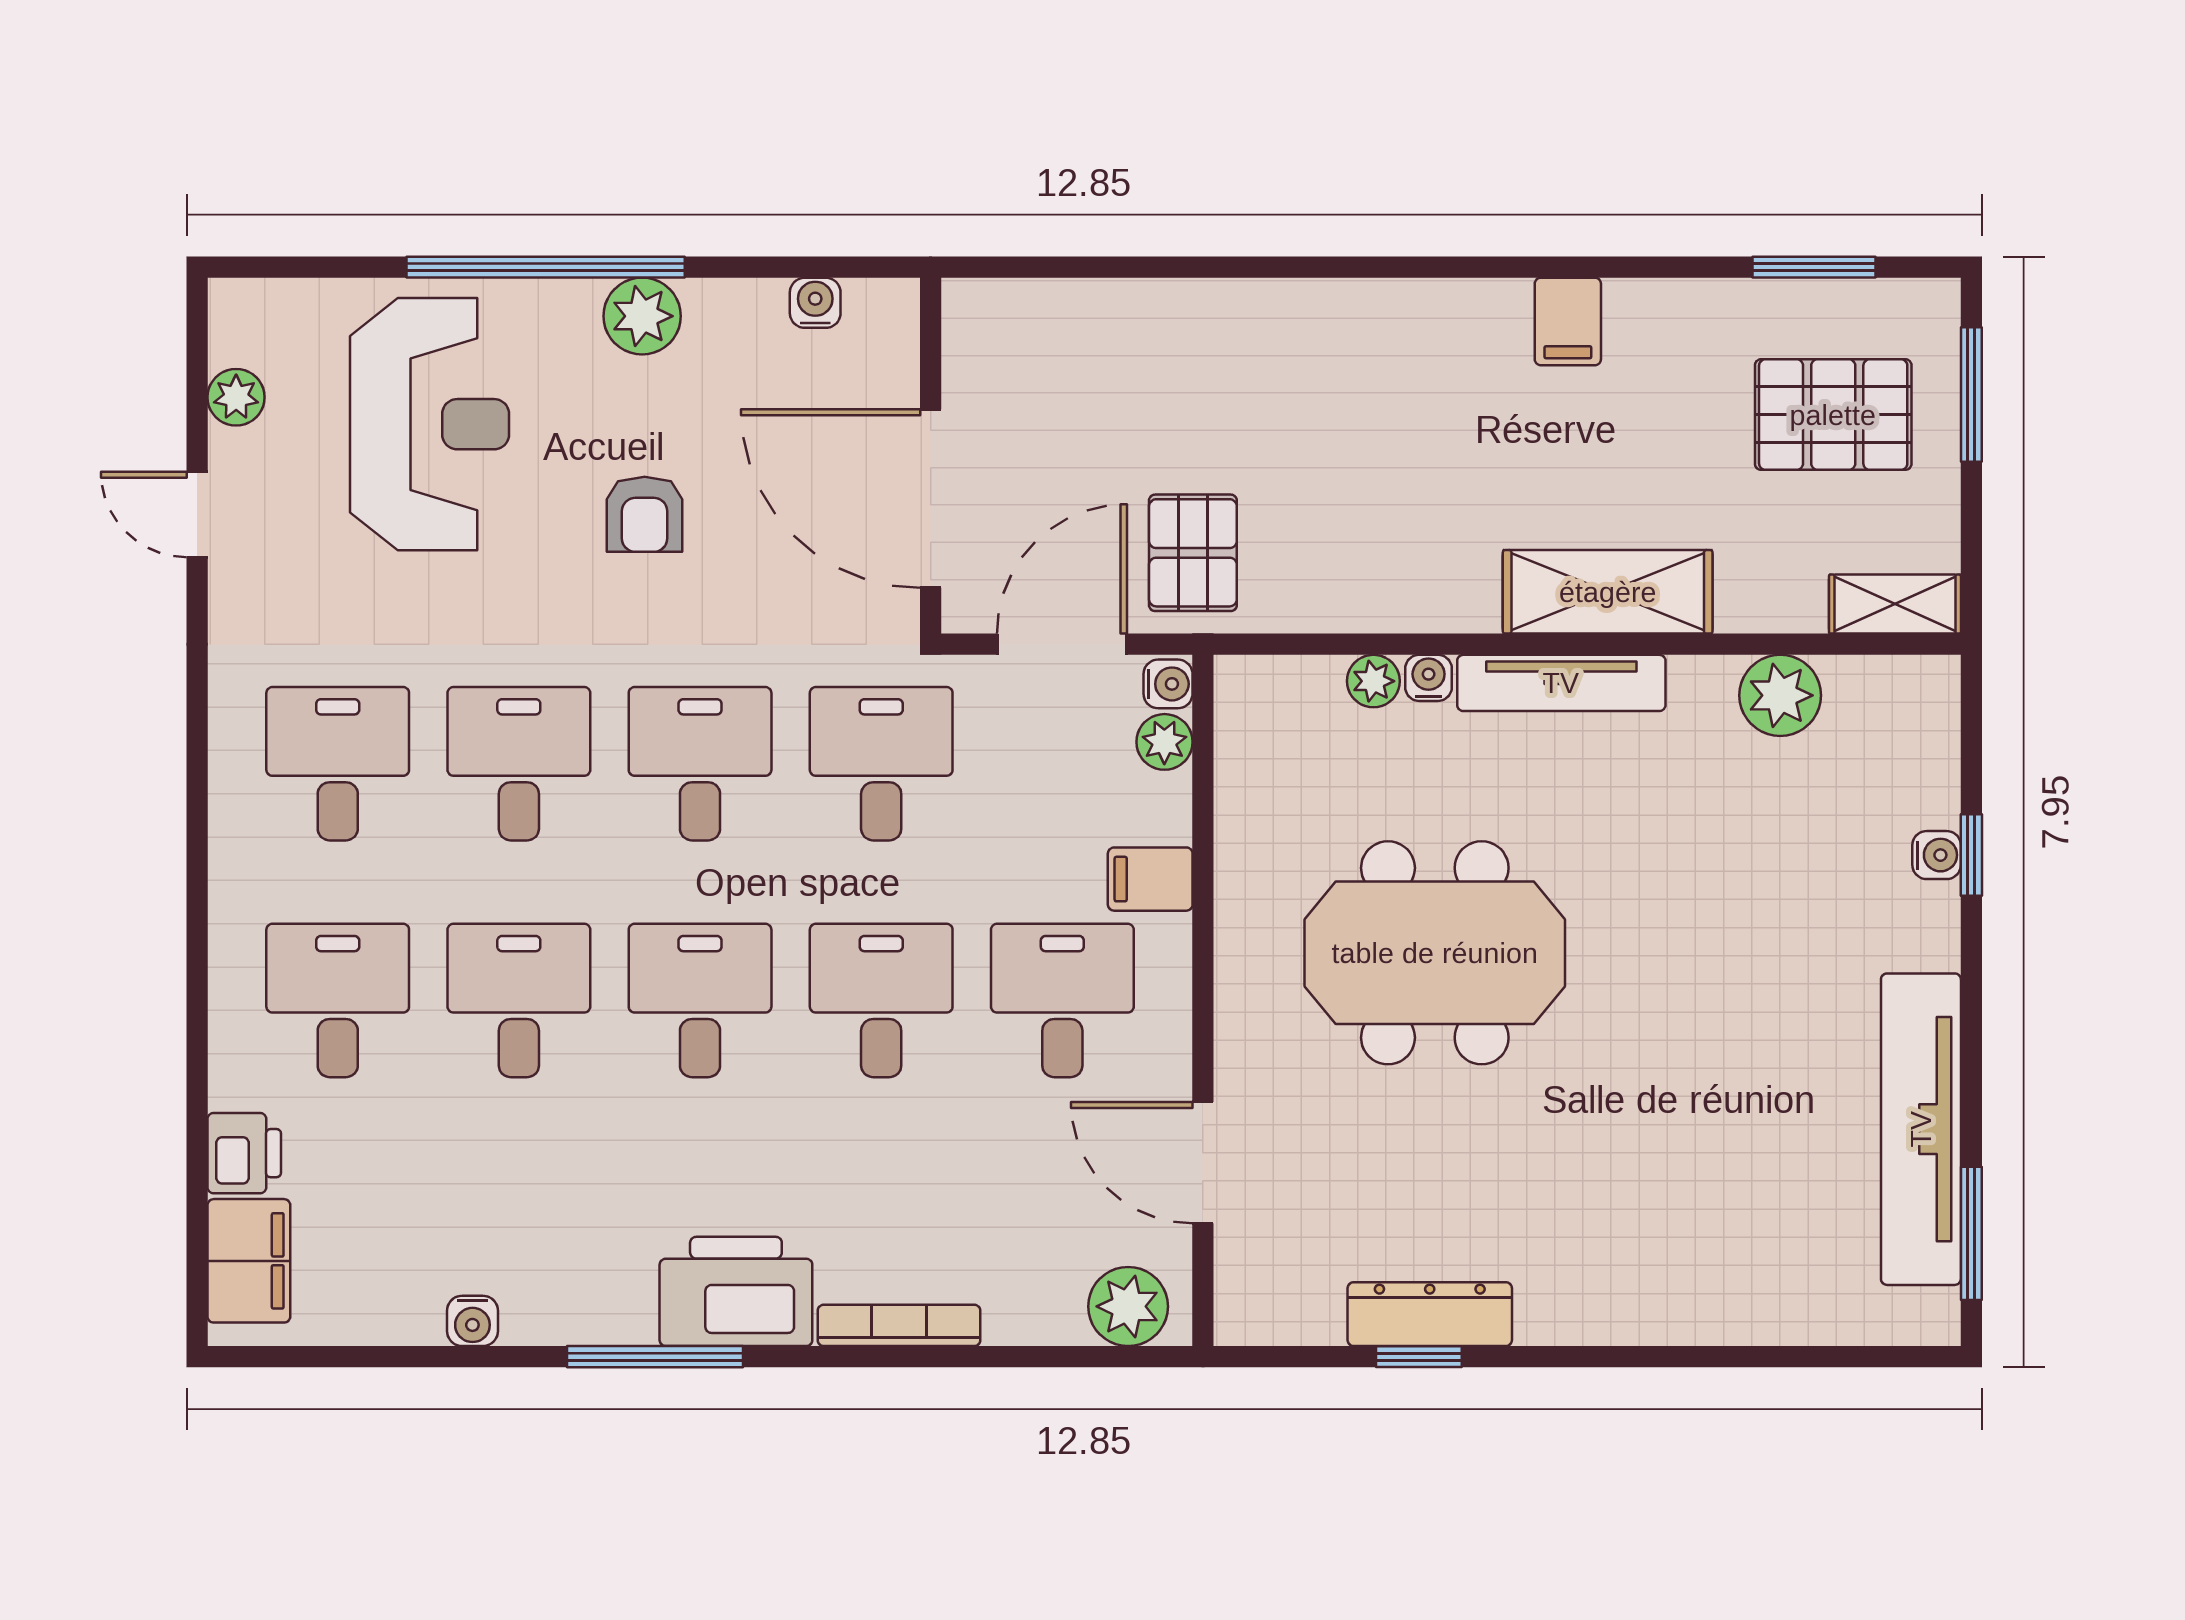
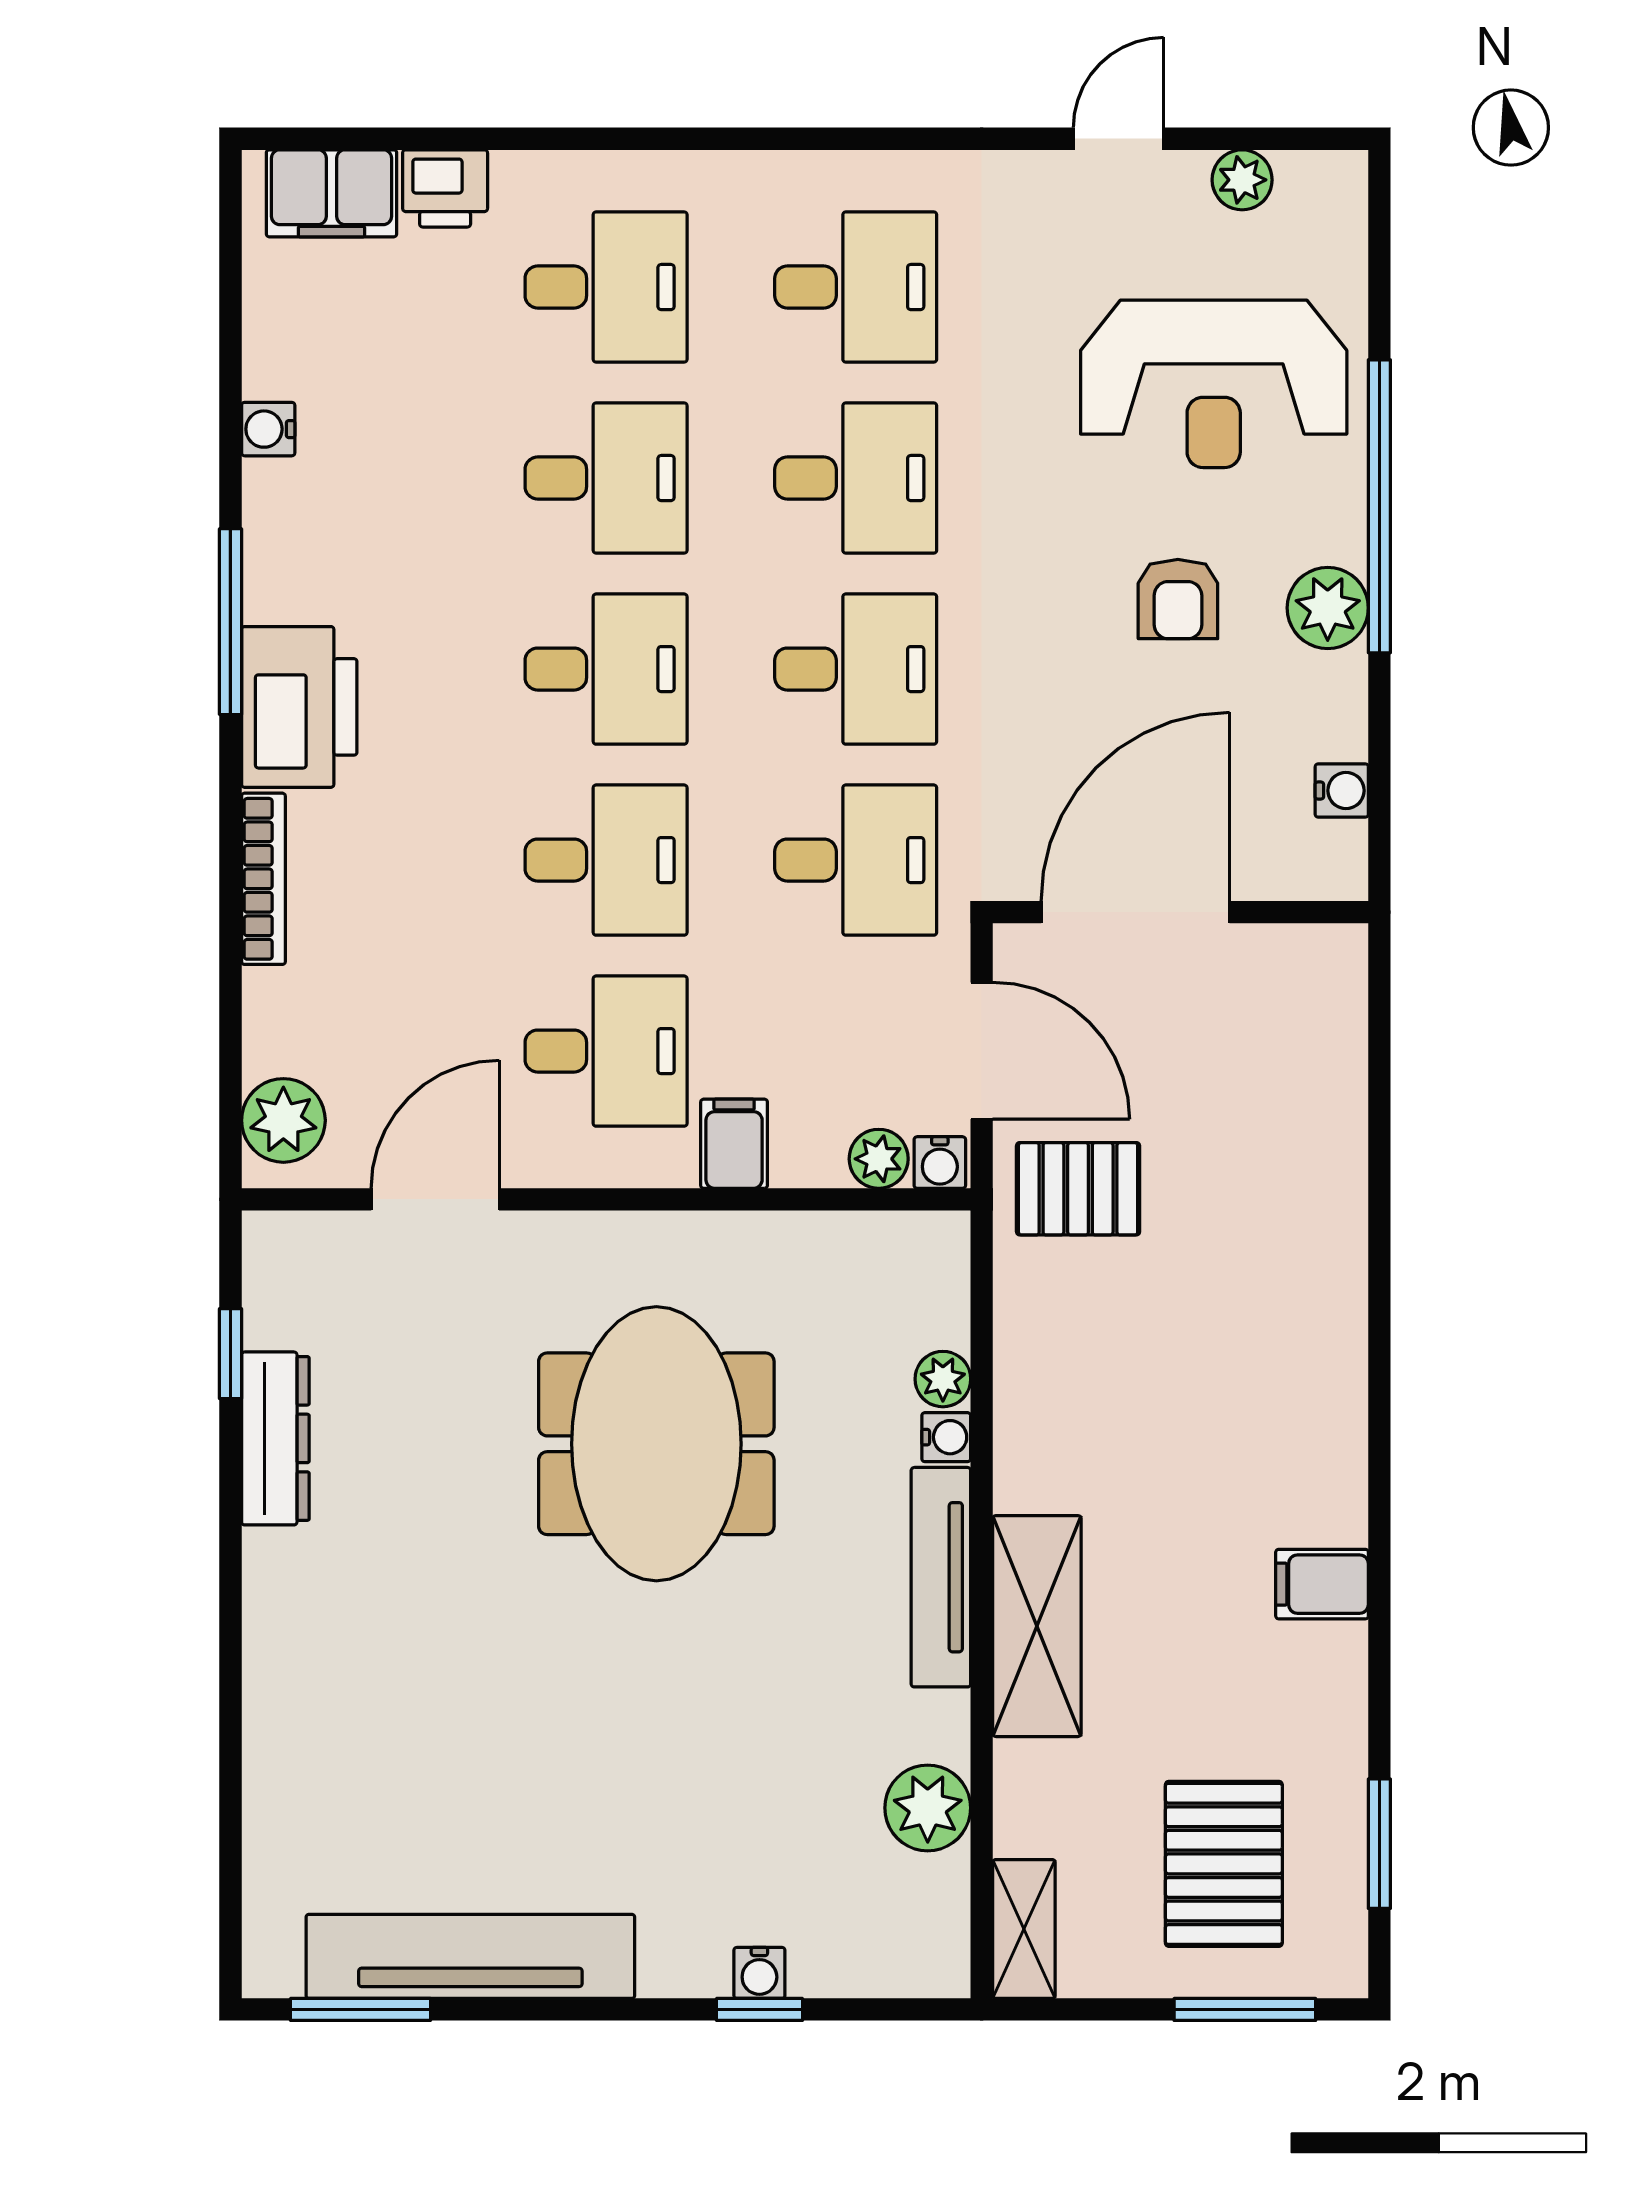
armchair: (645, 514) -> (1178, 599), moved, turned -90
window: (1419, 1357) -> (230, 1354), moved

